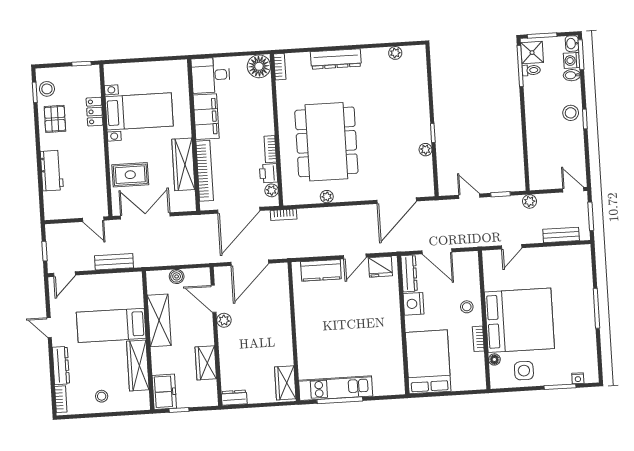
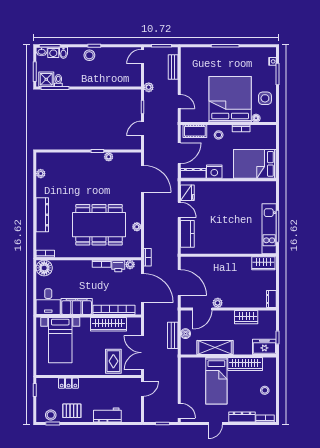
bed with nightstands: (139, 111) -> (60, 340), moved, turned 180
bench: (114, 262) -> (173, 335), moved
cot: (470, 272) -> (195, 131), added

